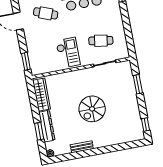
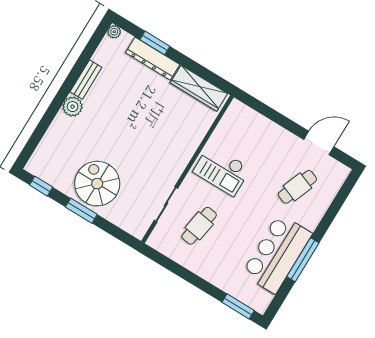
window: (26, 61) -> (259, 107), removed
window: (138, 84) -> (81, 211), moved
spiral stairs: (92, 109) -> (97, 184), moved
plant: (99, 142) -> (73, 107), added

